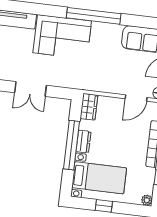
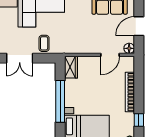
coffee table: (61, 75) -> (44, 43), added
dresser: (84, 142) -> (70, 97), removed

